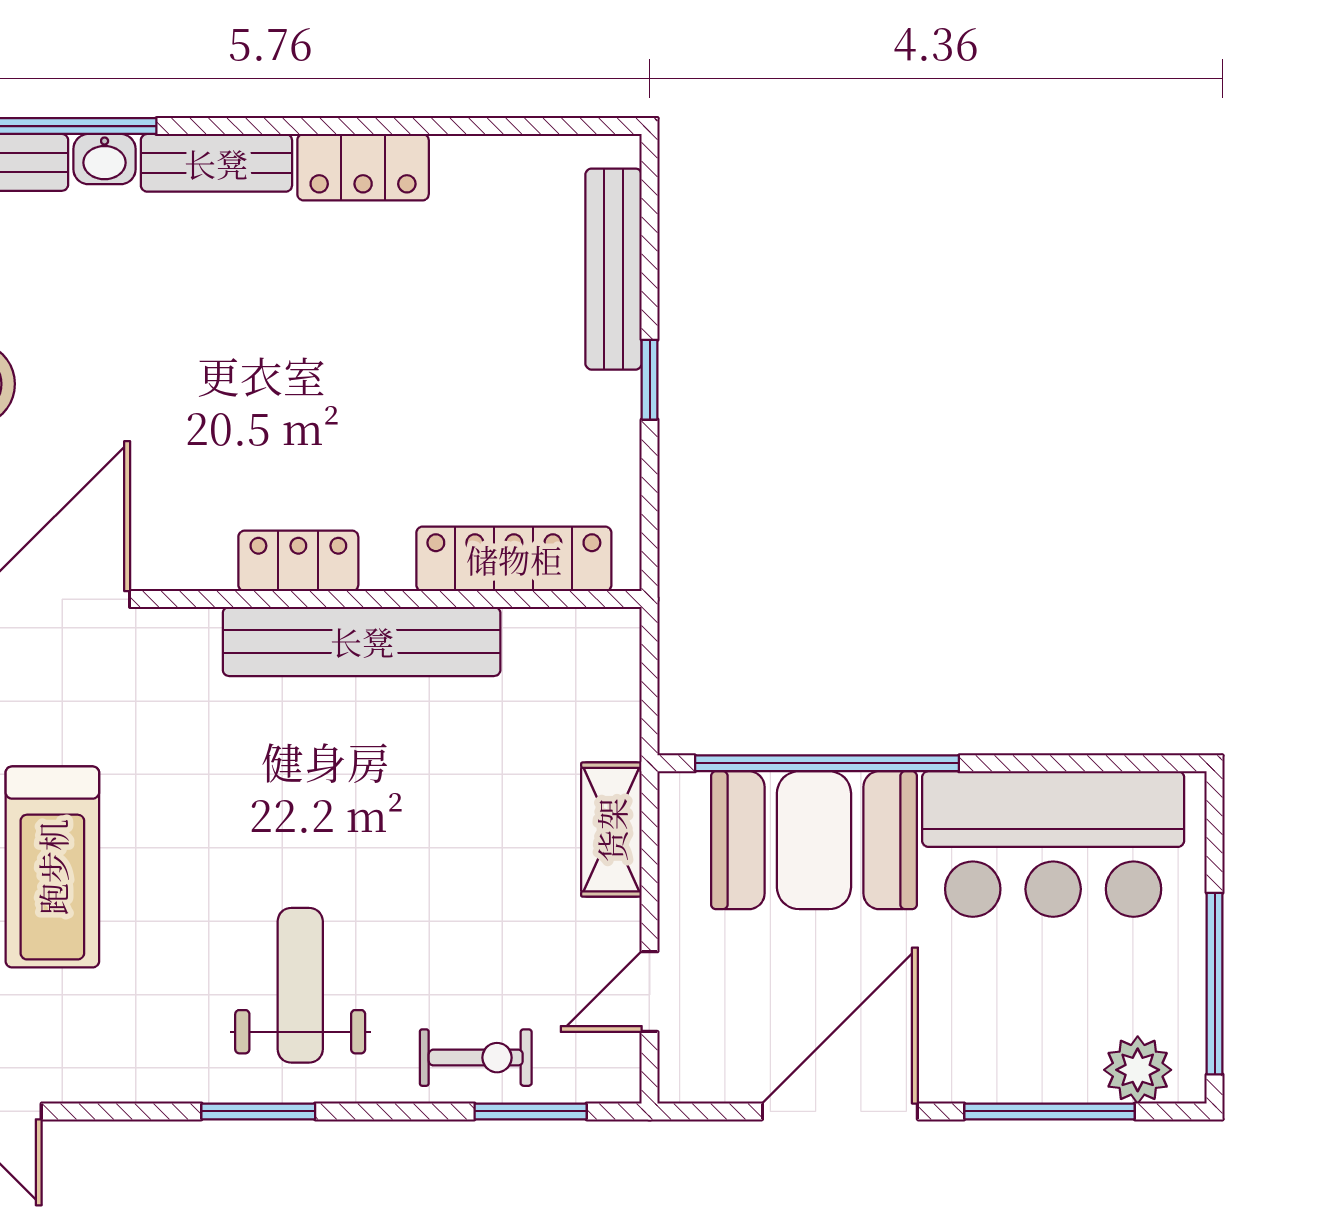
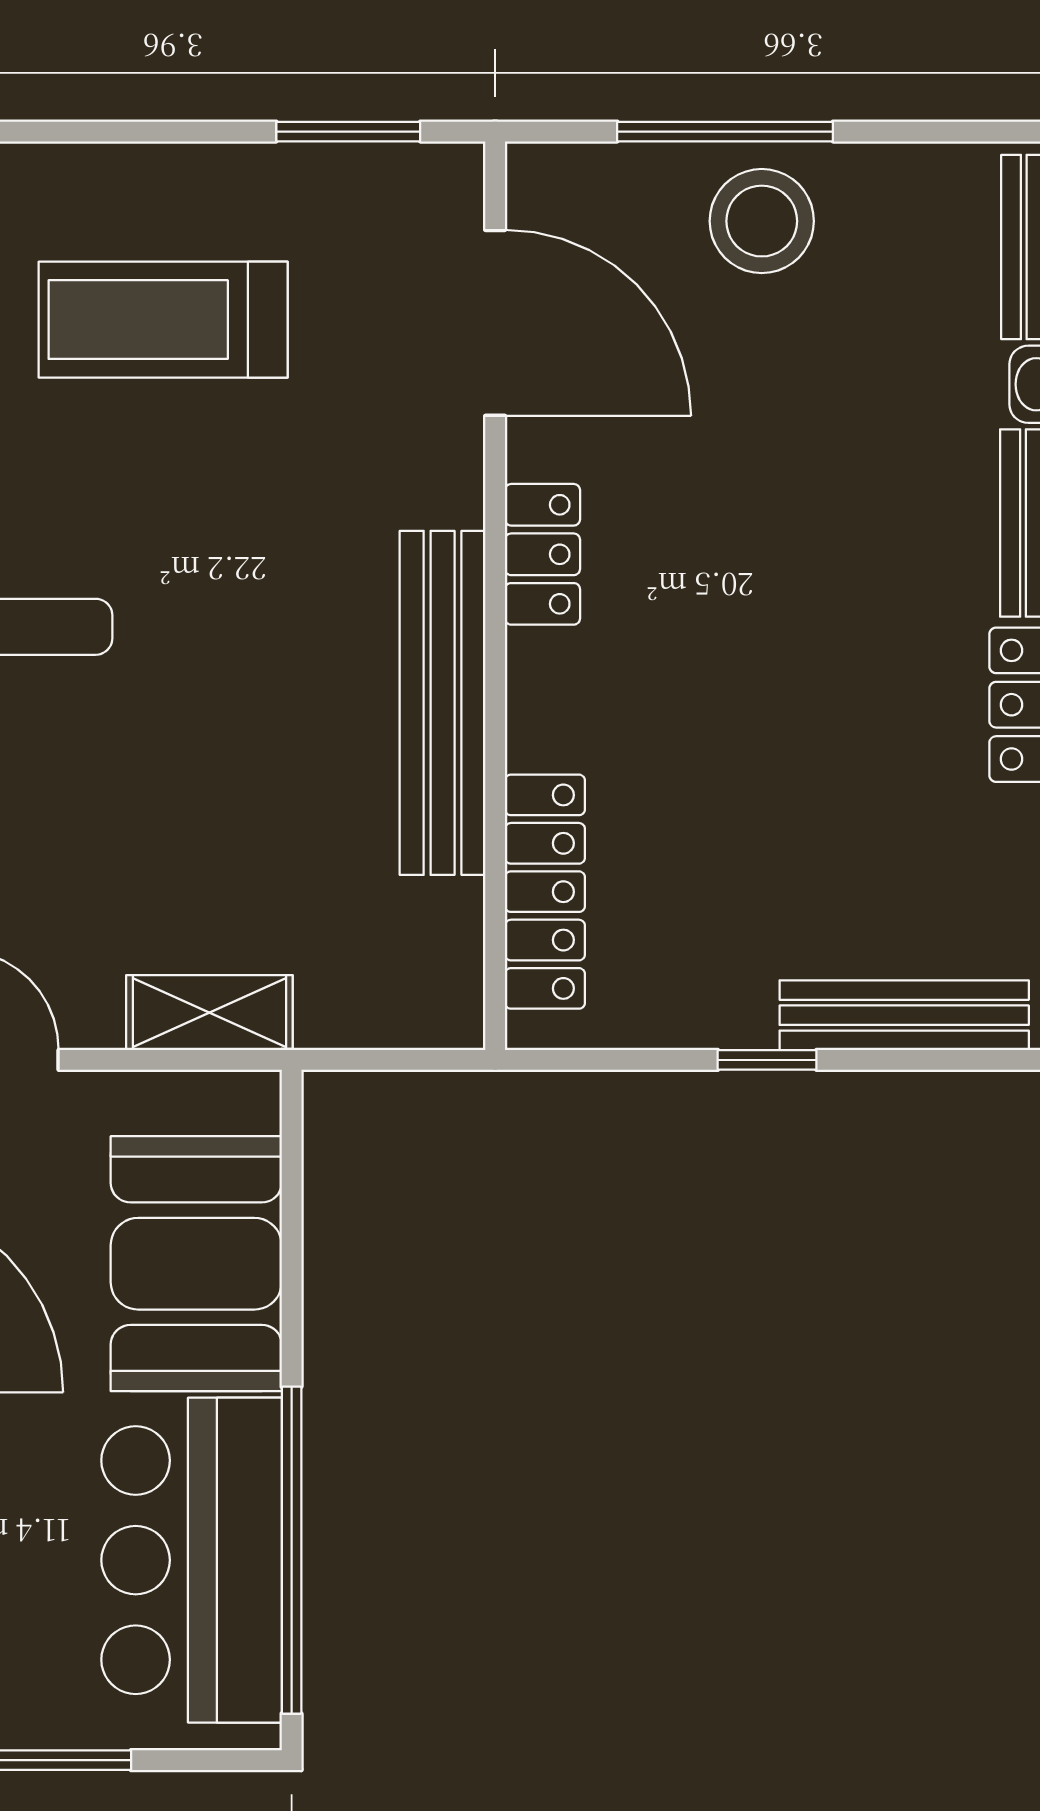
locker: (298, 561) -> (542, 554), moved
window: (827, 763) -> (292, 1550), moved

